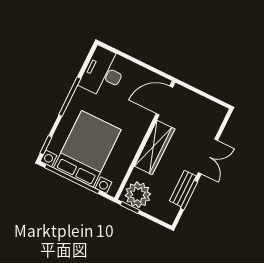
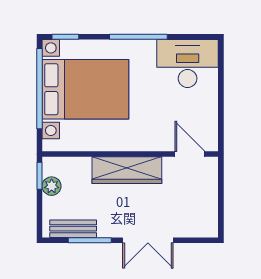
door: (164, 100) -> (190, 154), width x0.73
bench: (183, 188) -> (73, 229), moved
plant: (138, 195) -> (52, 186), width x0.53, depth x0.53

